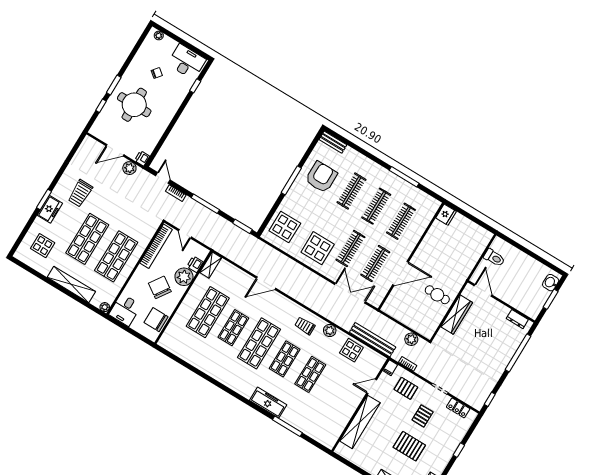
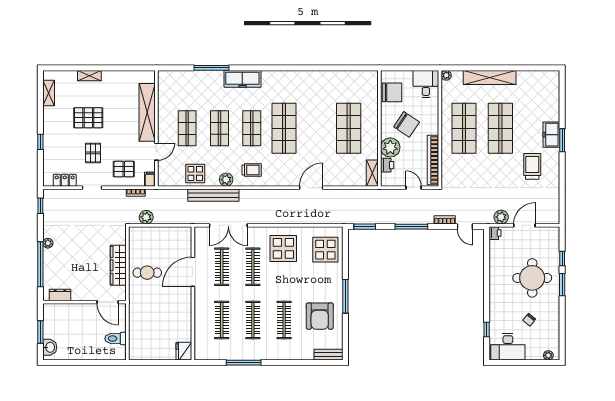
display table: (43, 246) -> (538, 97), removed
shop shelf: (233, 328) -> (187, 128), moved
bench: (373, 340) -> (213, 195), moved
plant: (502, 366) -> (48, 243), added

